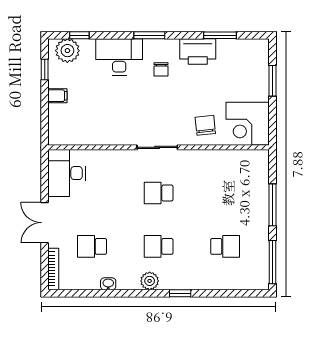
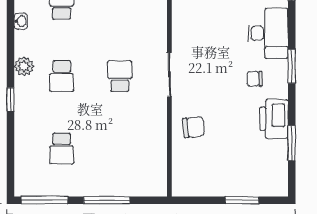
corner desk: (248, 124) -> (195, 173), removed
school desk: (159, 246) -> (62, 76), turned 180

